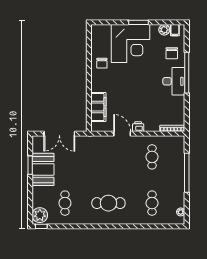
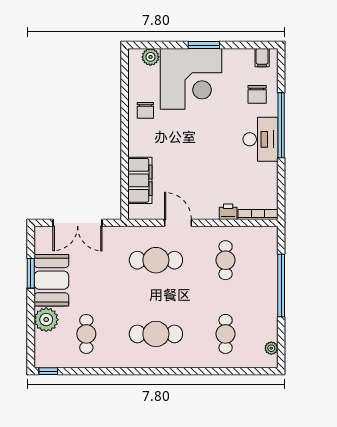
plant: (164, 30) -> (150, 57), moved
printer: (138, 127) -> (228, 212), moved
cafe table: (108, 157) -> (156, 260), added
plant: (40, 215) -> (46, 320), moved

